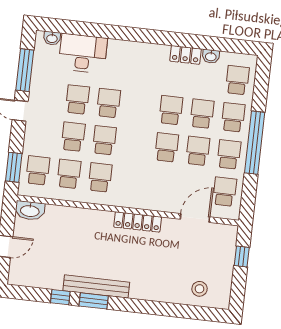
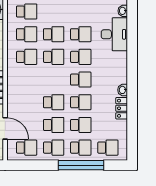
washbasin: (211, 56) -> (123, 90), moved
school desk: (140, 107) -> (81, 80), added
window: (255, 143) -> (81, 165), moved

